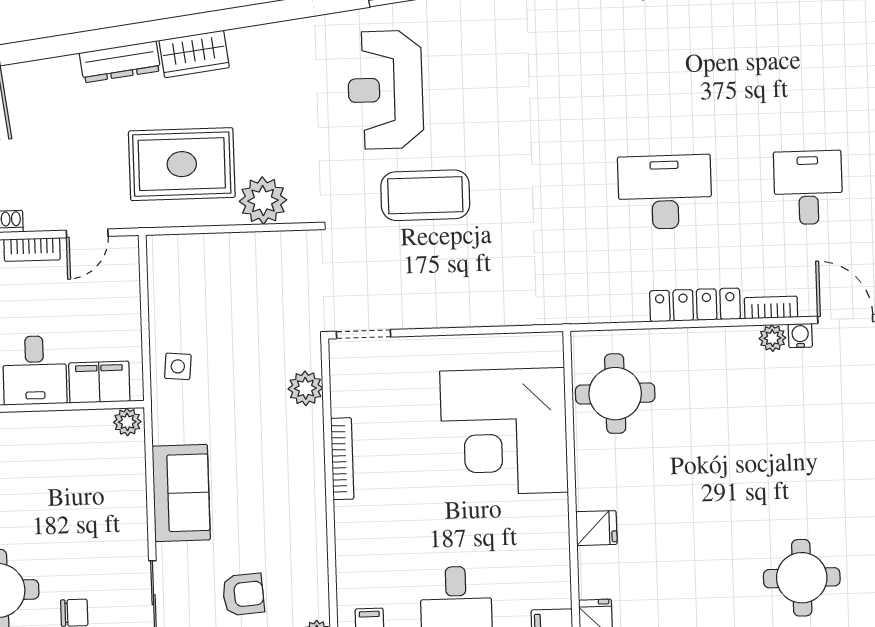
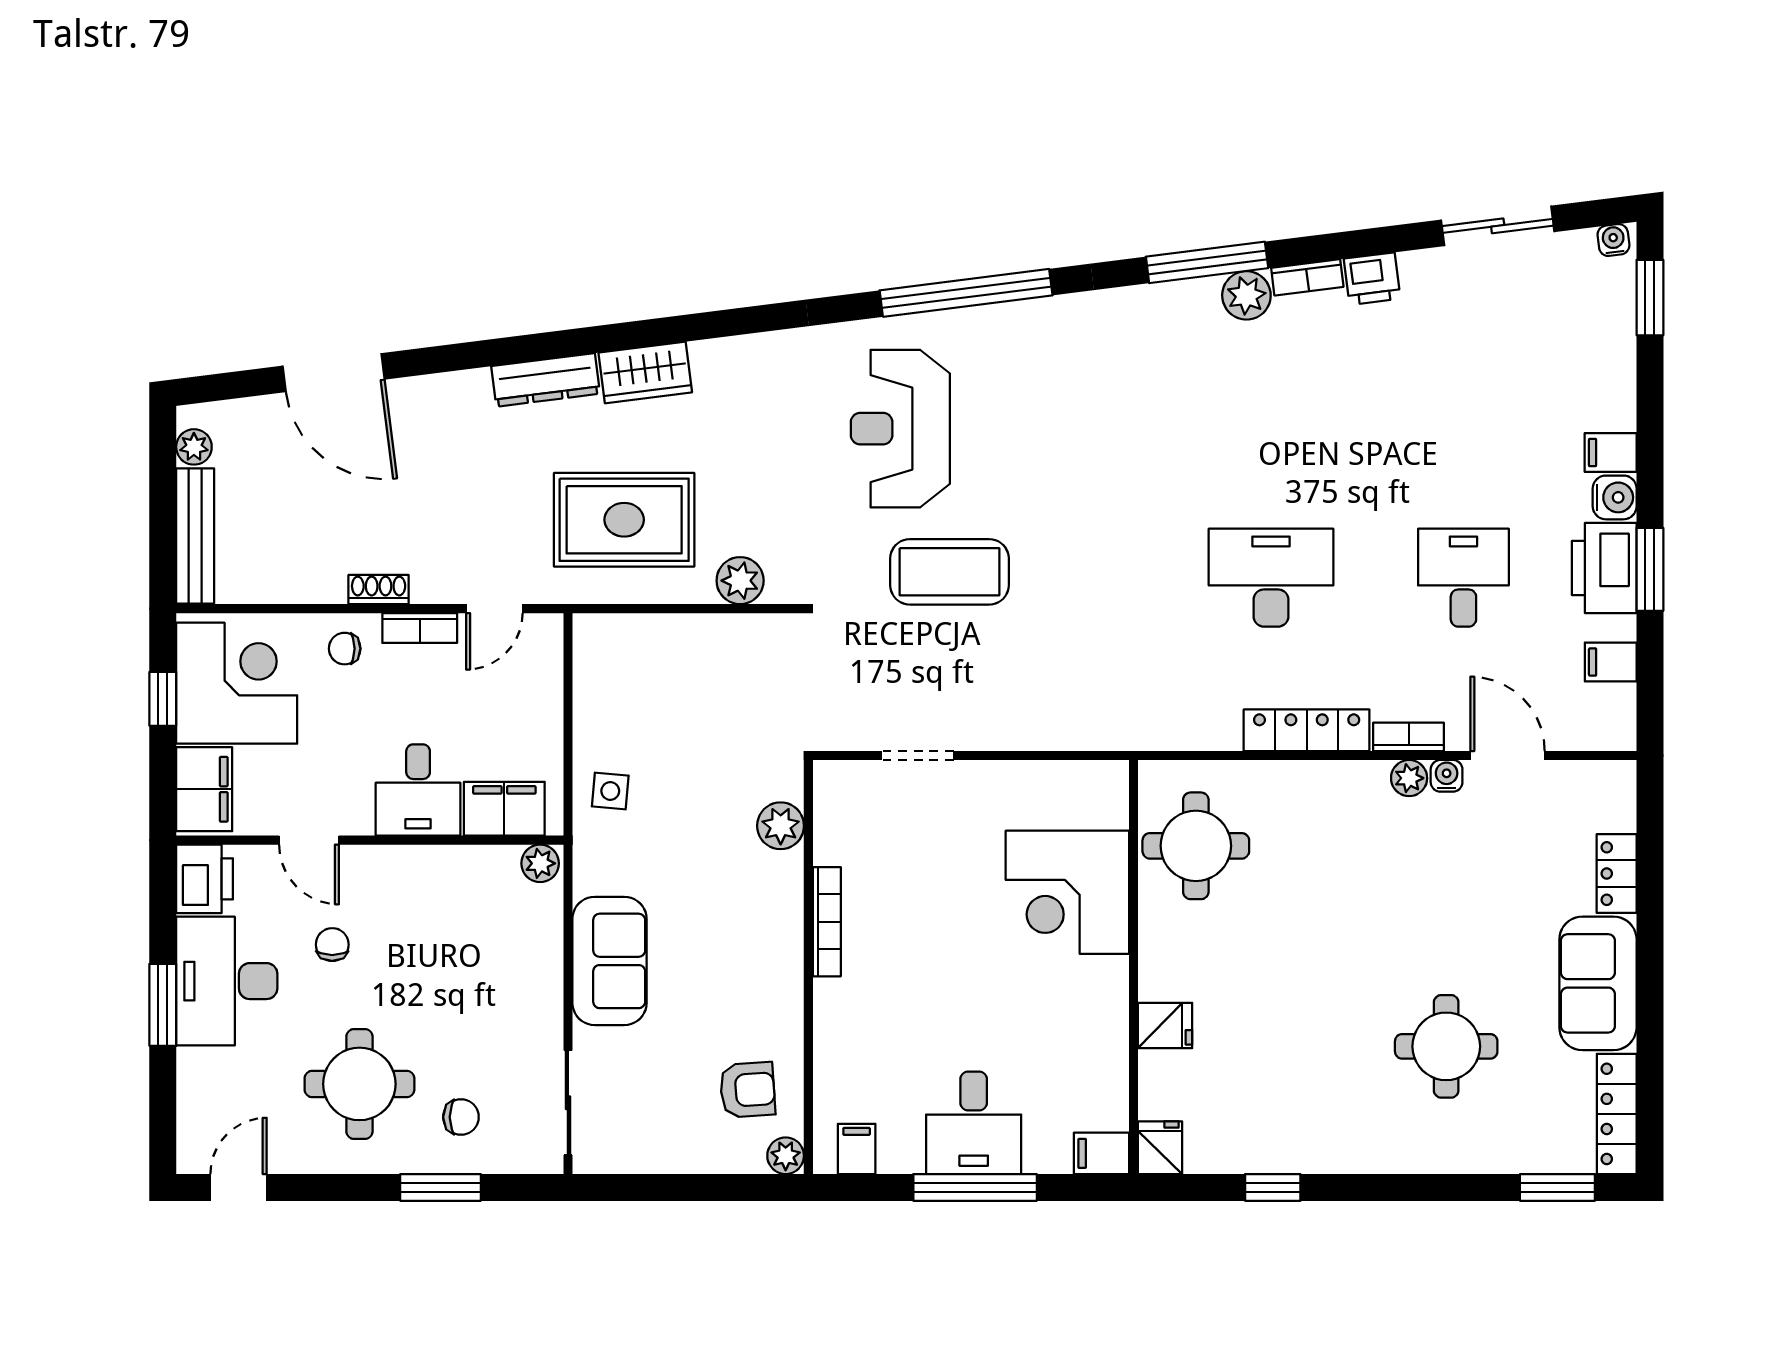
plant: (263, 201) -> (740, 581), width x0.73, depth x0.73
doorway: (364, 334) -> (917, 756), moved
corner desk: (504, 432) -> (1067, 892), width x0.74, depth x0.74
round table: (802, 578) -> (1446, 1046), moved
armchair: (243, 594) -> (747, 1090), moved

